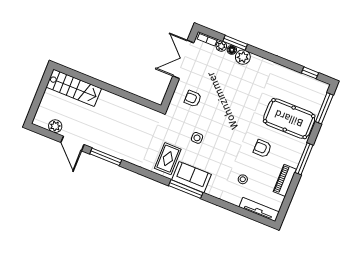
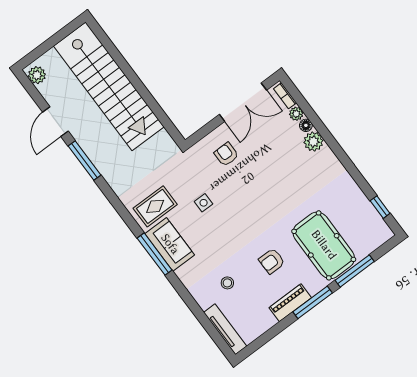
window: (235, 43) -> (315, 119), removed
double door: (183, 59) -> (243, 102), swing flipped
stairs: (74, 88) -> (109, 86), width x1.86, depth x1.51
window: (324, 108) -> (355, 271), moved
plant: (55, 126) -> (37, 75), moved
armchair: (262, 148) -> (272, 261), turned -90
piano: (285, 180) -> (290, 303), moved

